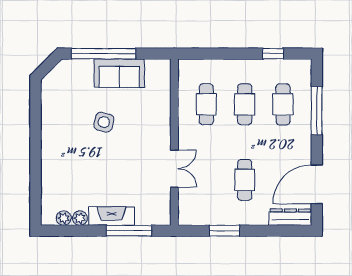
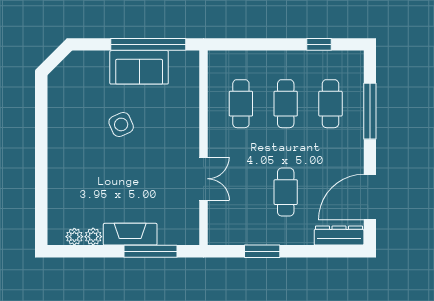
window: (104, 54) -> (148, 44), moved
side table: (104, 122) -> (121, 124), turned -36

